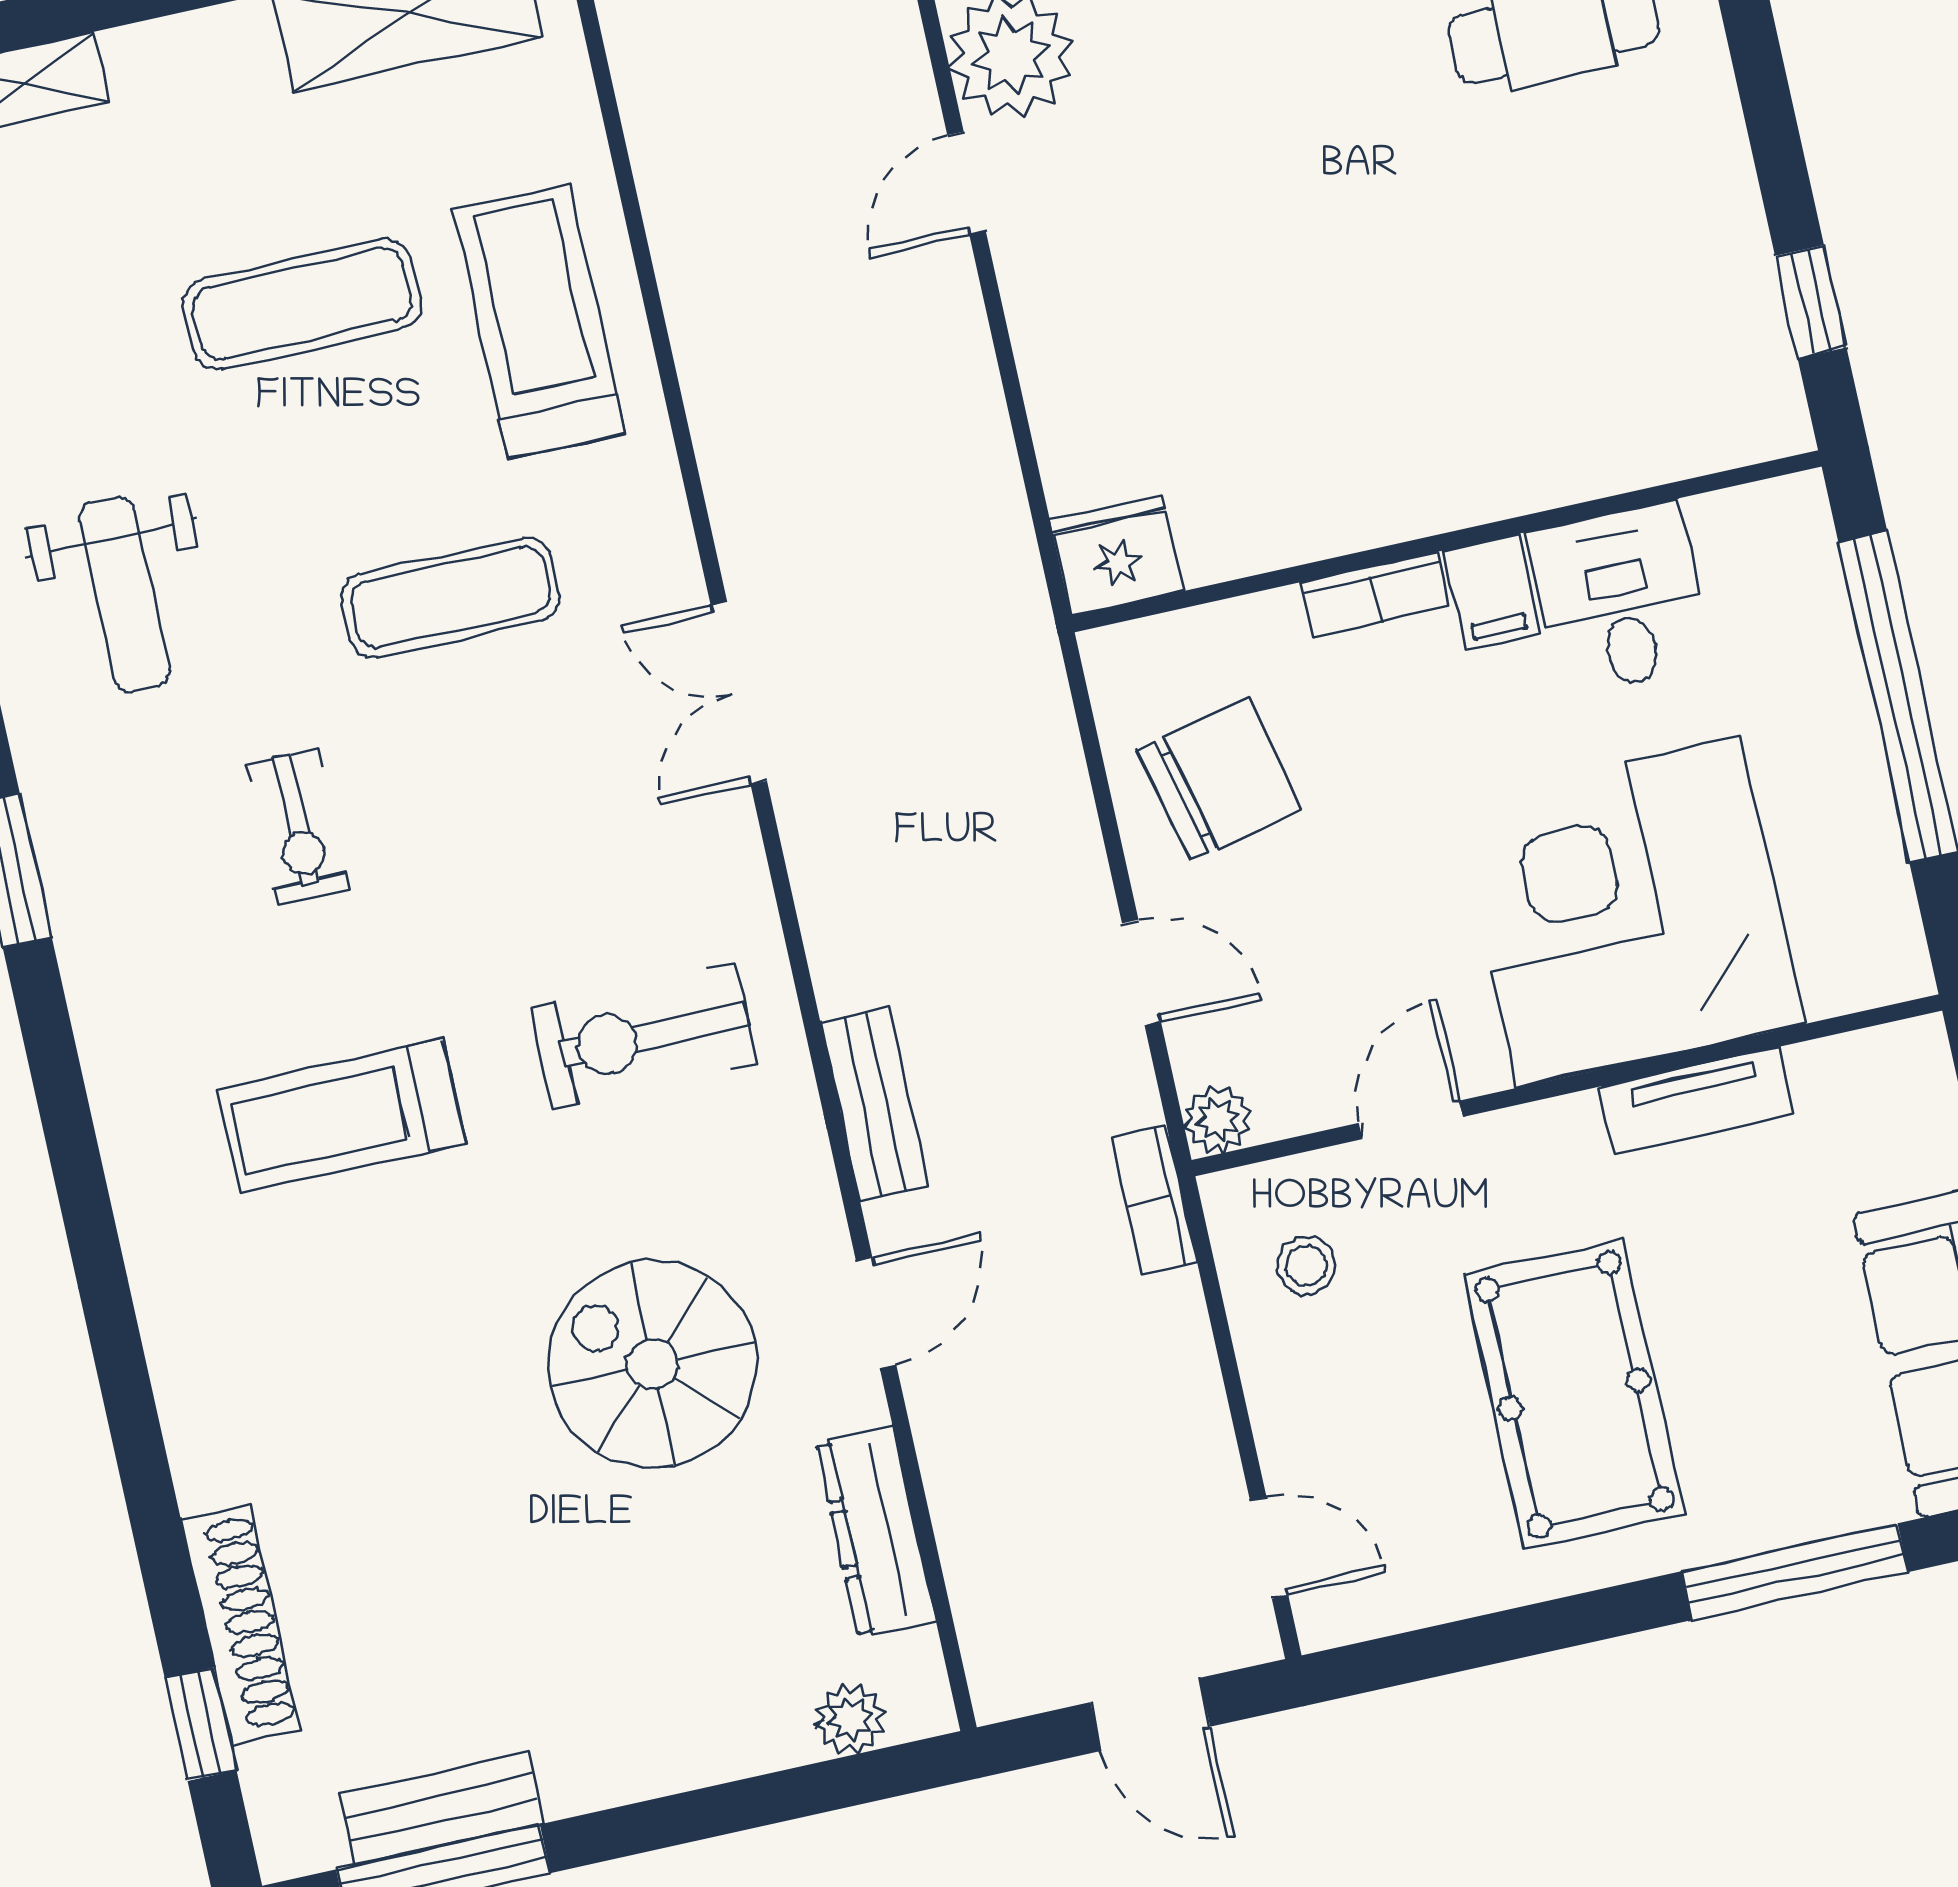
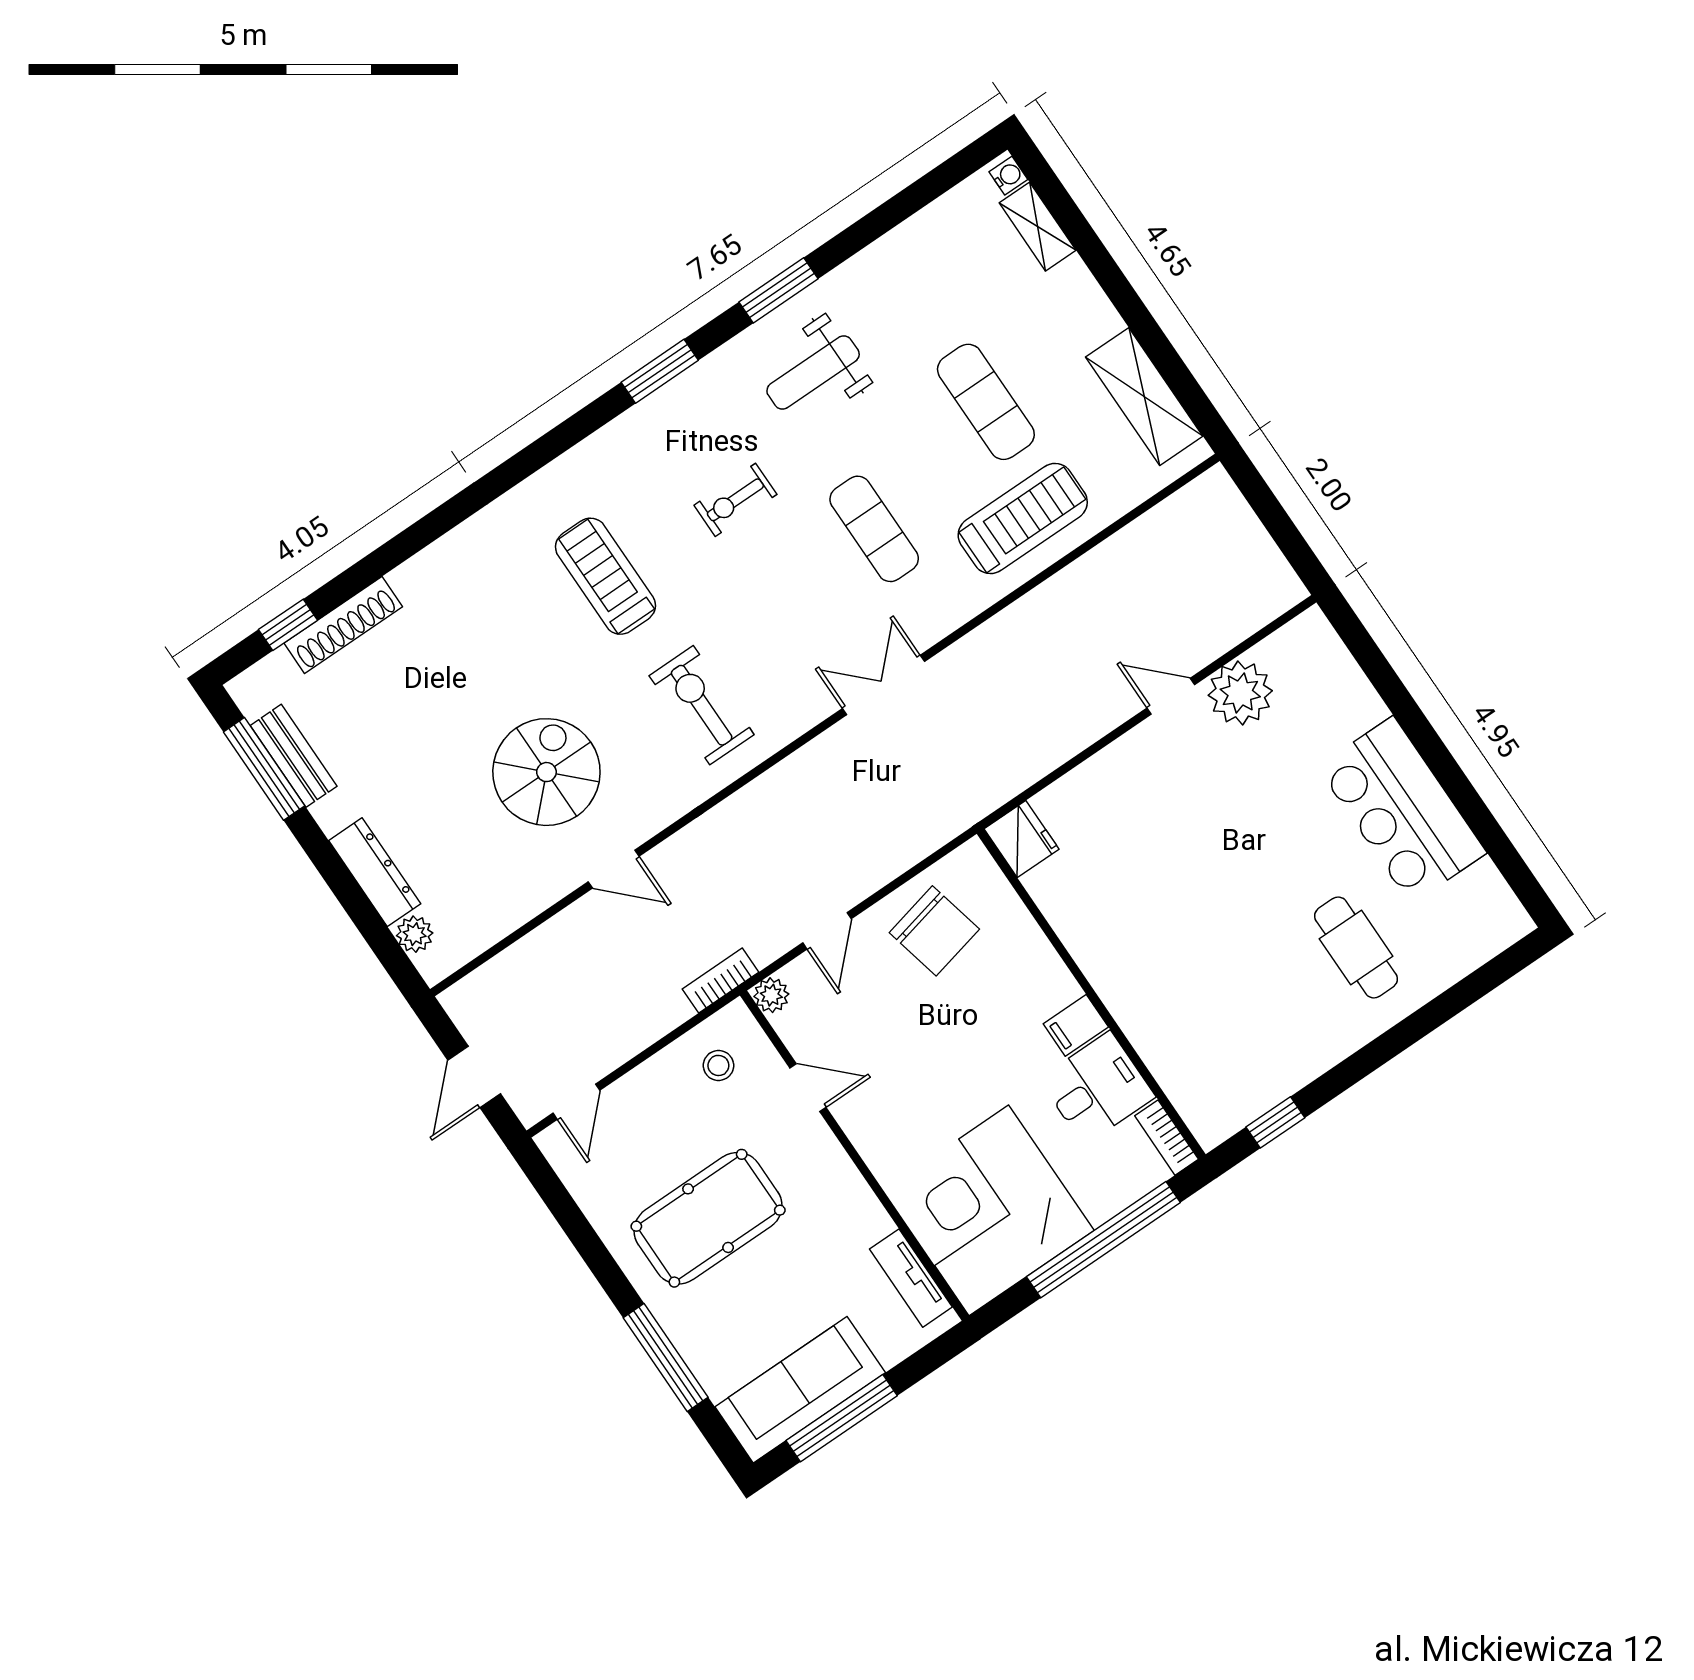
bookcase: (1375, 594) -> (1167, 1138), moved
corner desk: (1629, 912) -> (989, 1210), moved, turned -90
tv unit: (1697, 1101) -> (911, 1278), moved
bench: (875, 1105) -> (713, 828), removed
dresser: (876, 1532) -> (375, 872), moved, turned 90

